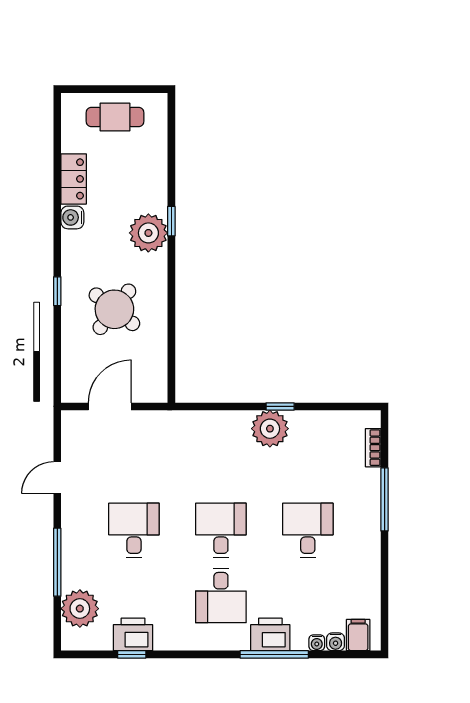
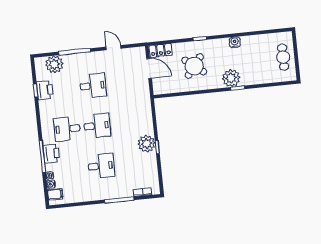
locker: (74, 179) -> (161, 50), moved

